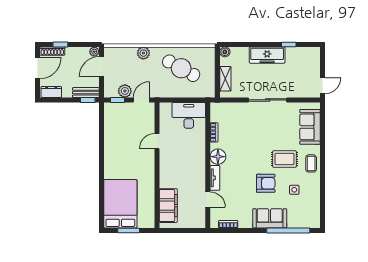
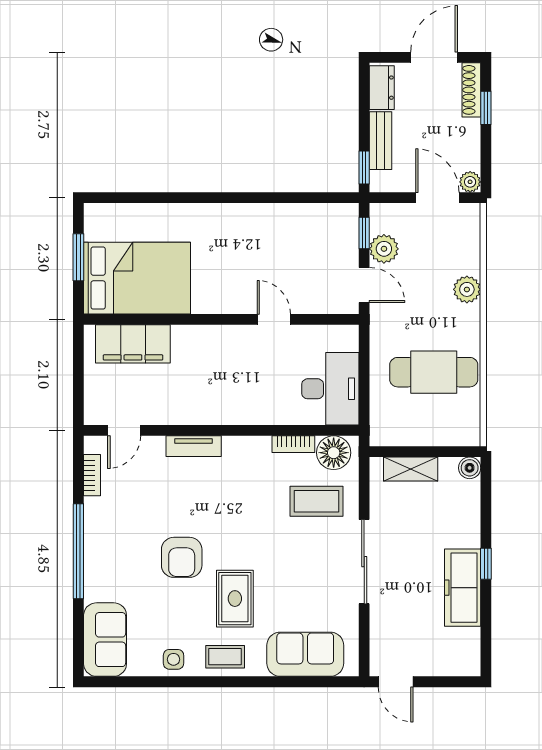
window: (289, 44) -> (486, 564), moved
freezer: (267, 55) -> (463, 588), moved
door: (37, 68) -> (434, 57), swing flipped
cafe table: (181, 68) -> (434, 372), turned 61
bench: (86, 93) -> (380, 141), moved
coffee table: (240, 122) -> (316, 501), added
floor lamp: (218, 157) -> (334, 453), moved
side table: (294, 190) -> (174, 659), moved
door: (208, 200) -> (124, 430), moved
bed: (120, 204) -> (137, 278), moved
sofa: (270, 218) -> (105, 640), moved
window: (288, 230) -> (78, 551), moved

